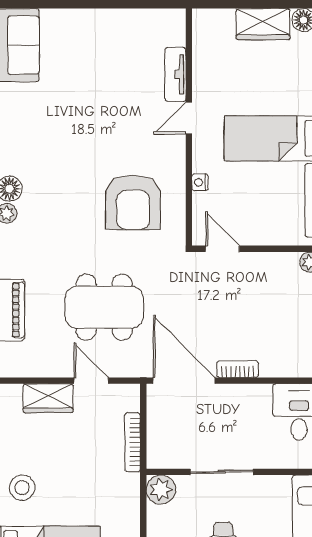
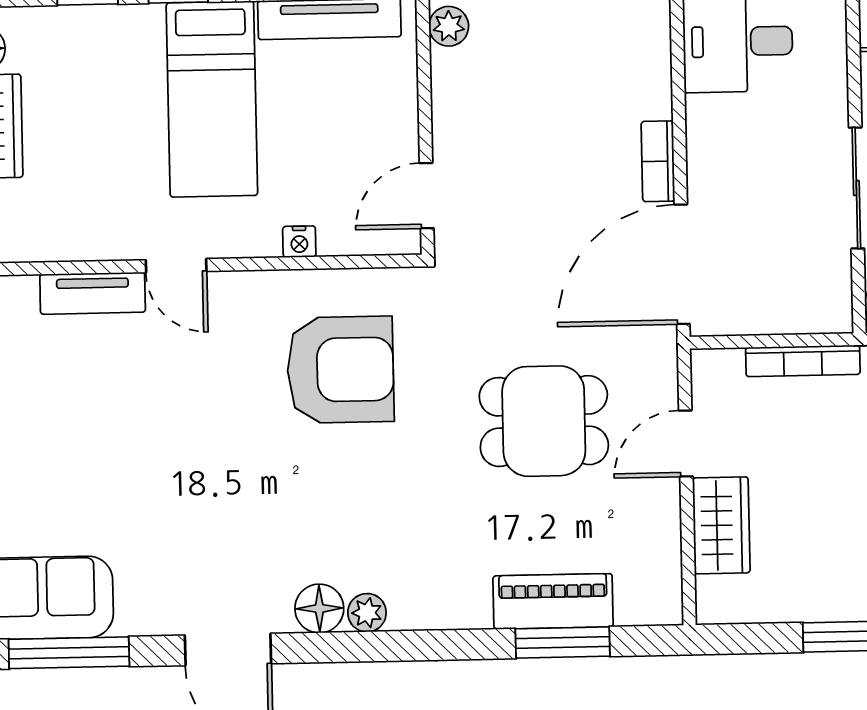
dining table: (104, 307) -> (544, 421), width x0.73

